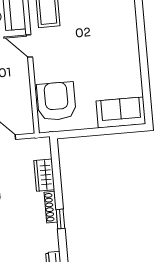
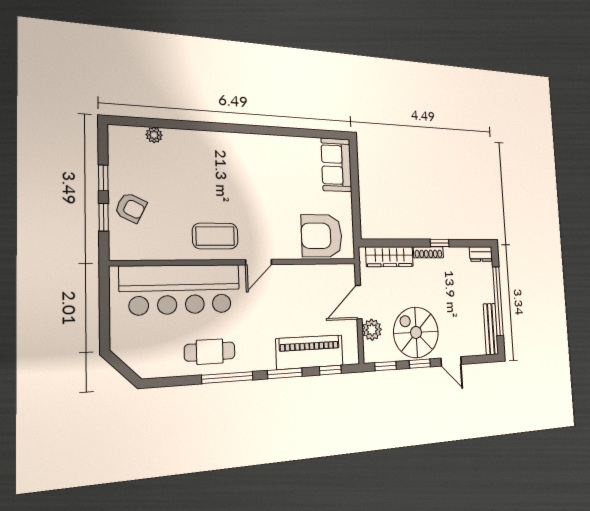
wardrobe: (44, 175) -> (390, 257), width x1.50

